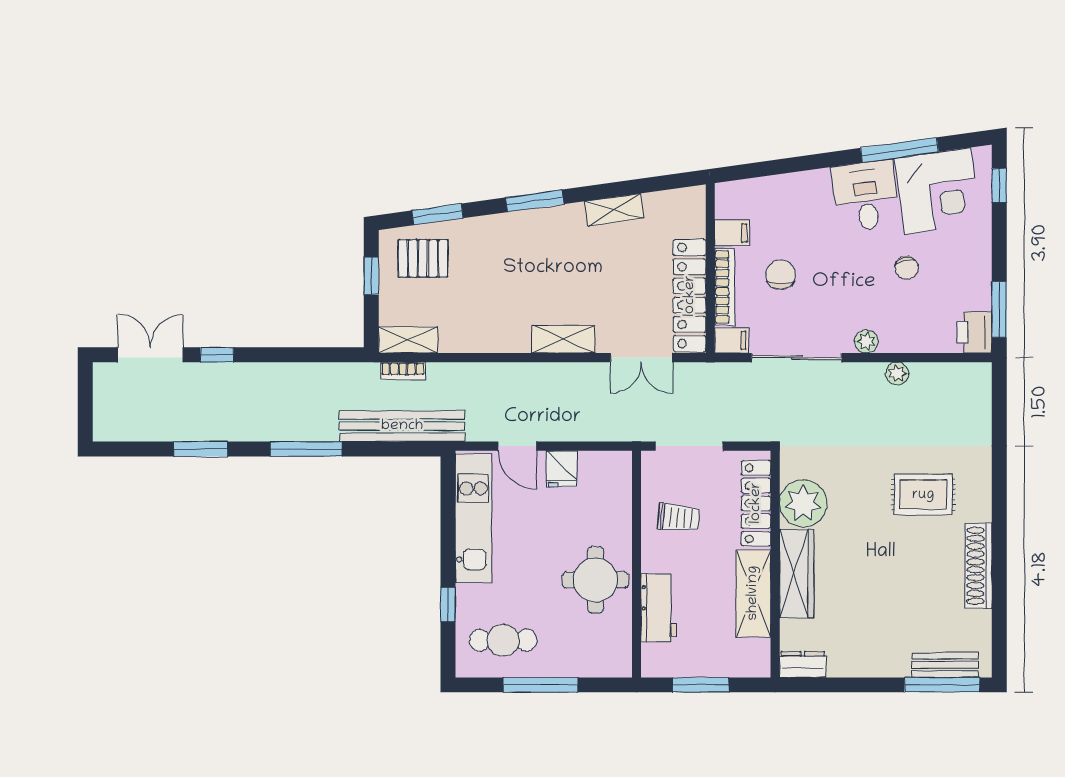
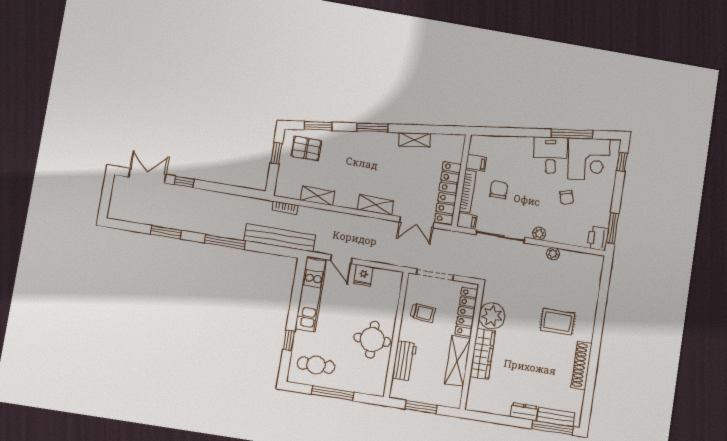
shelving: (408, 340) -> (318, 196), moved
dresser: (803, 664) -> (524, 412), moved

